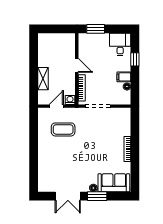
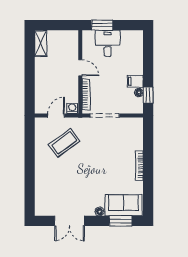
desk: (120, 44) -> (108, 43), moved
window: (135, 59) -> (148, 95), moved
shelving: (43, 79) -> (41, 43), moved
coffee table: (63, 129) -> (64, 143), turned -36
window: (97, 196) -> (121, 221), moved

